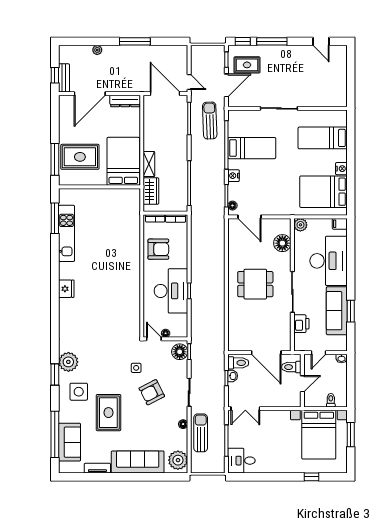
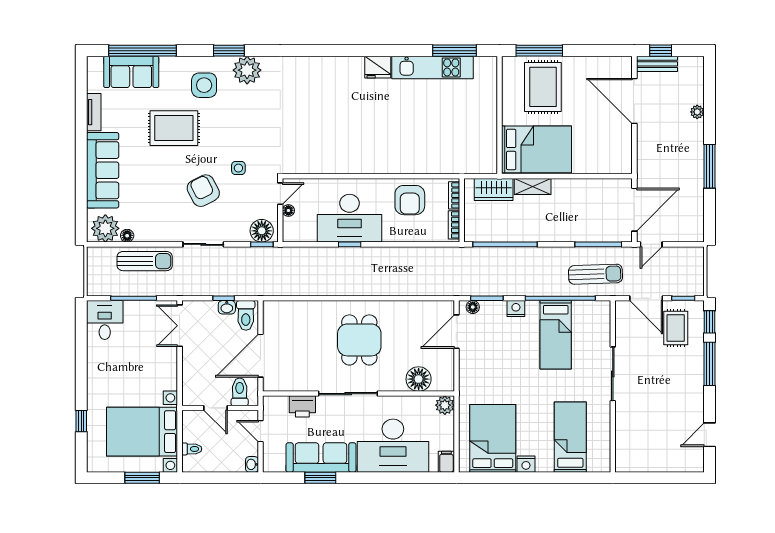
dresser: (125, 101) -> (624, 152), removed
fridge: (66, 289) -> (378, 67), moved
floor lamp: (183, 424) -> (127, 236), moved

